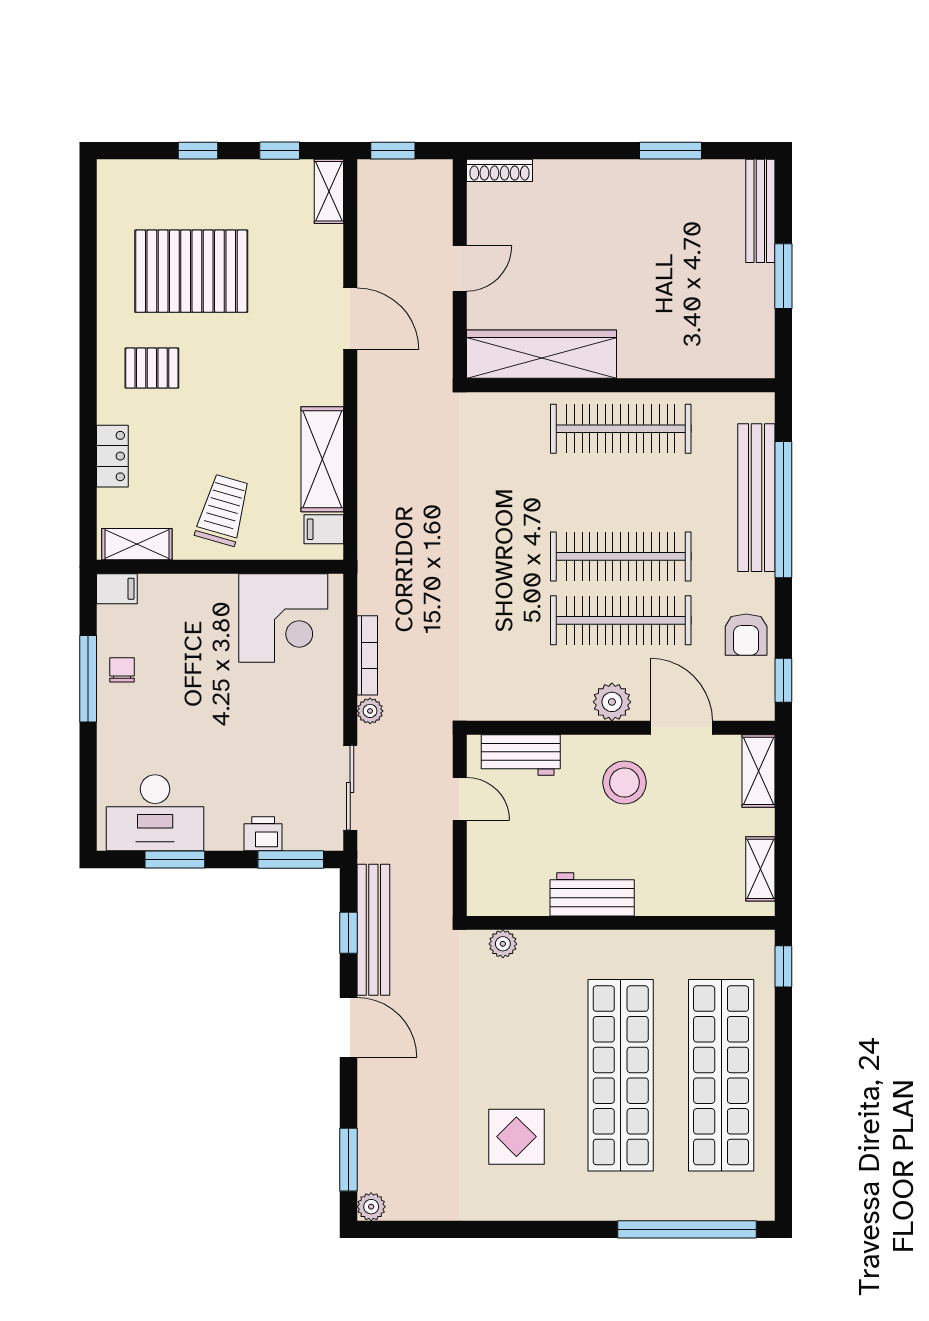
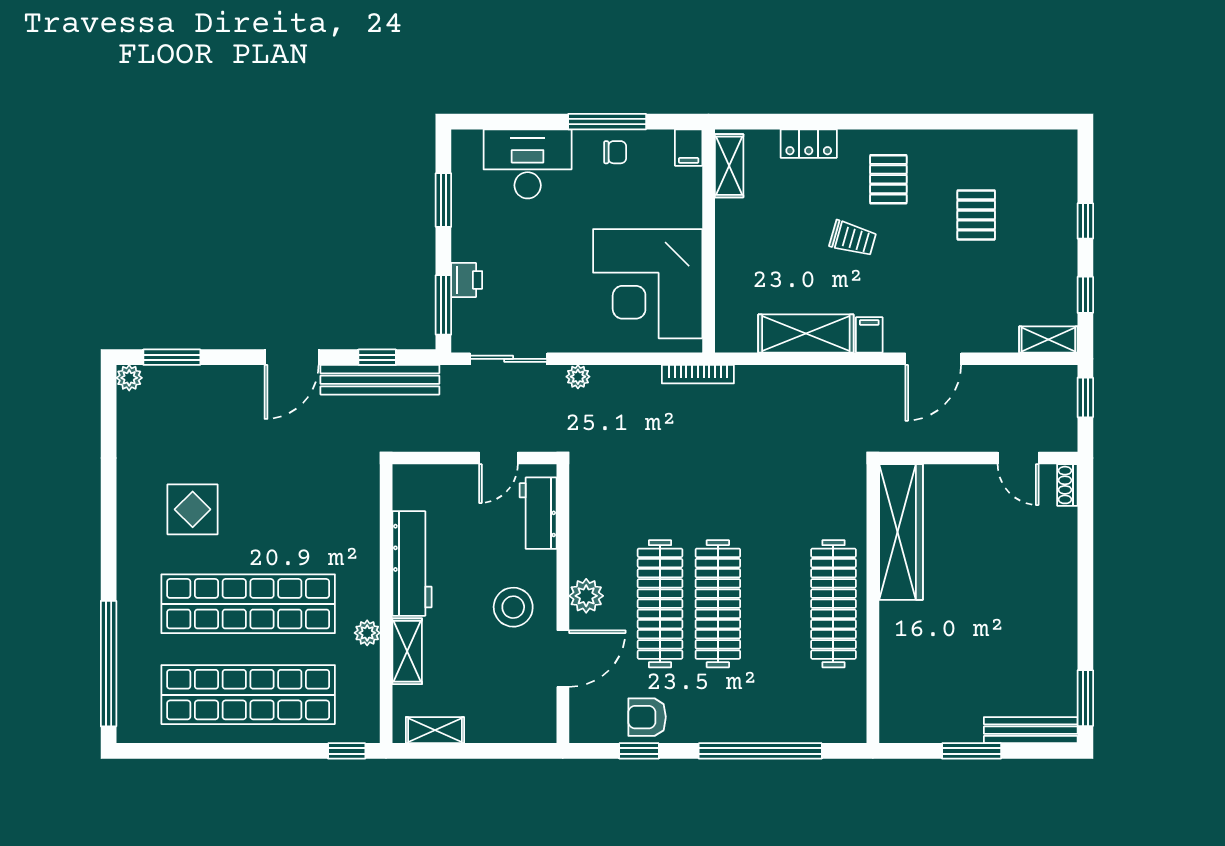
window: (671, 151) -> (1085, 698), moved
shoe rack: (500, 170) -> (1067, 485), width x0.70
door: (460, 269) -> (1018, 458), moved
pallet: (191, 271) -> (976, 215), width x0.49, depth x0.50
bench: (756, 498) -> (771, 727), removed
trolley: (223, 510) -> (853, 239), moved, width x0.73, depth x0.72
filing cabinet: (324, 529) -> (869, 335), moved
corner desk: (283, 618) -> (648, 284), width x1.36, depth x1.36
bookcase: (367, 655) -> (698, 374), moved
window: (783, 680) -> (639, 751), moved
shelving: (758, 771) -> (407, 651), moved, turned 90
desk: (155, 813) -> (528, 164), moved, turned 90
workbench: (592, 894) -> (412, 564), width x1.37
plant: (503, 944) -> (367, 633), moved

